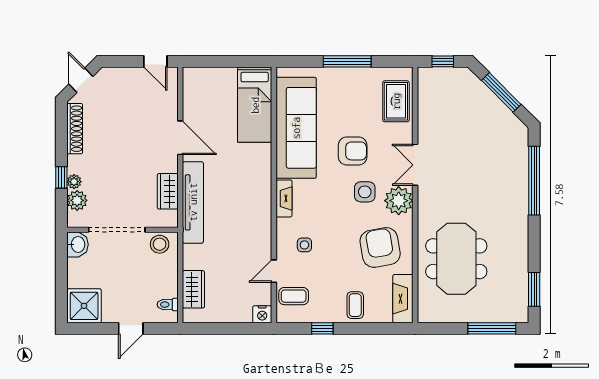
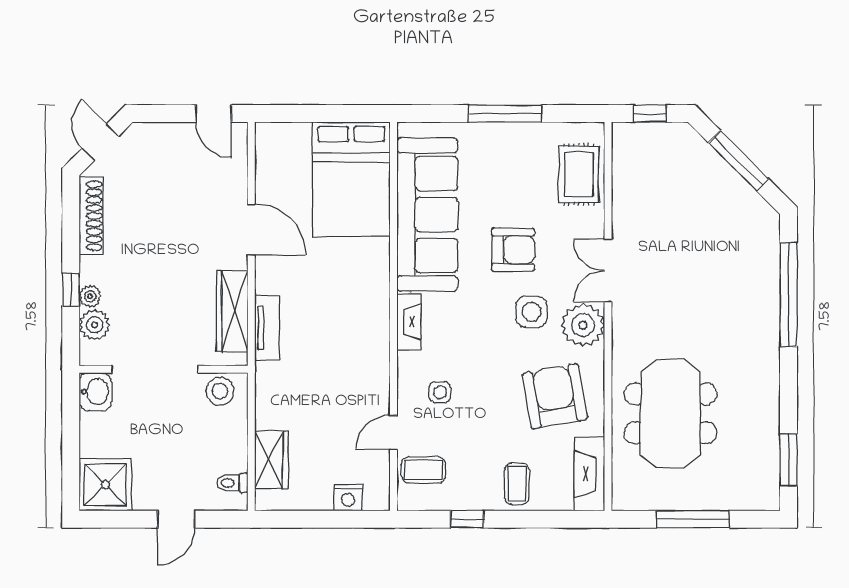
bed: (255, 105) -> (351, 179), width x1.50
wardrobe: (168, 191) -> (232, 311), width x1.50
tv unit: (193, 202) -> (267, 328), width x0.52, depth x0.78
nightstand: (262, 314) -> (348, 498), moved
window: (492, 328) -> (693, 519), moved

